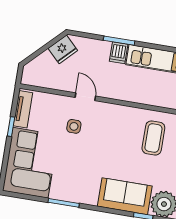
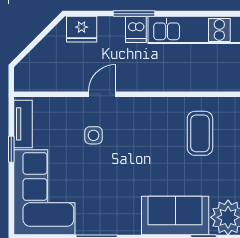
fridge: (63, 49) -> (82, 29), moved, turned 45
door: (85, 97) -> (102, 94), hinge flipped

